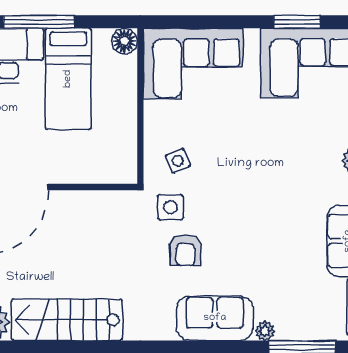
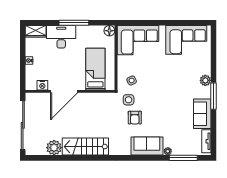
window: (297, 22) -> (181, 23), removed
bed: (68, 79) -> (95, 69), moved, turned 180

